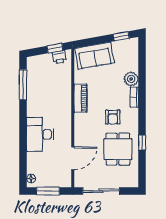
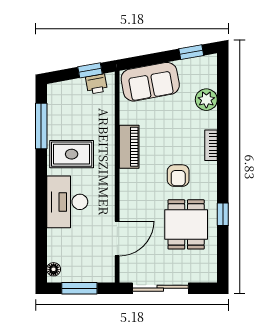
plant: (131, 79) -> (206, 100), moved
rug: (43, 103) -> (72, 154), added

